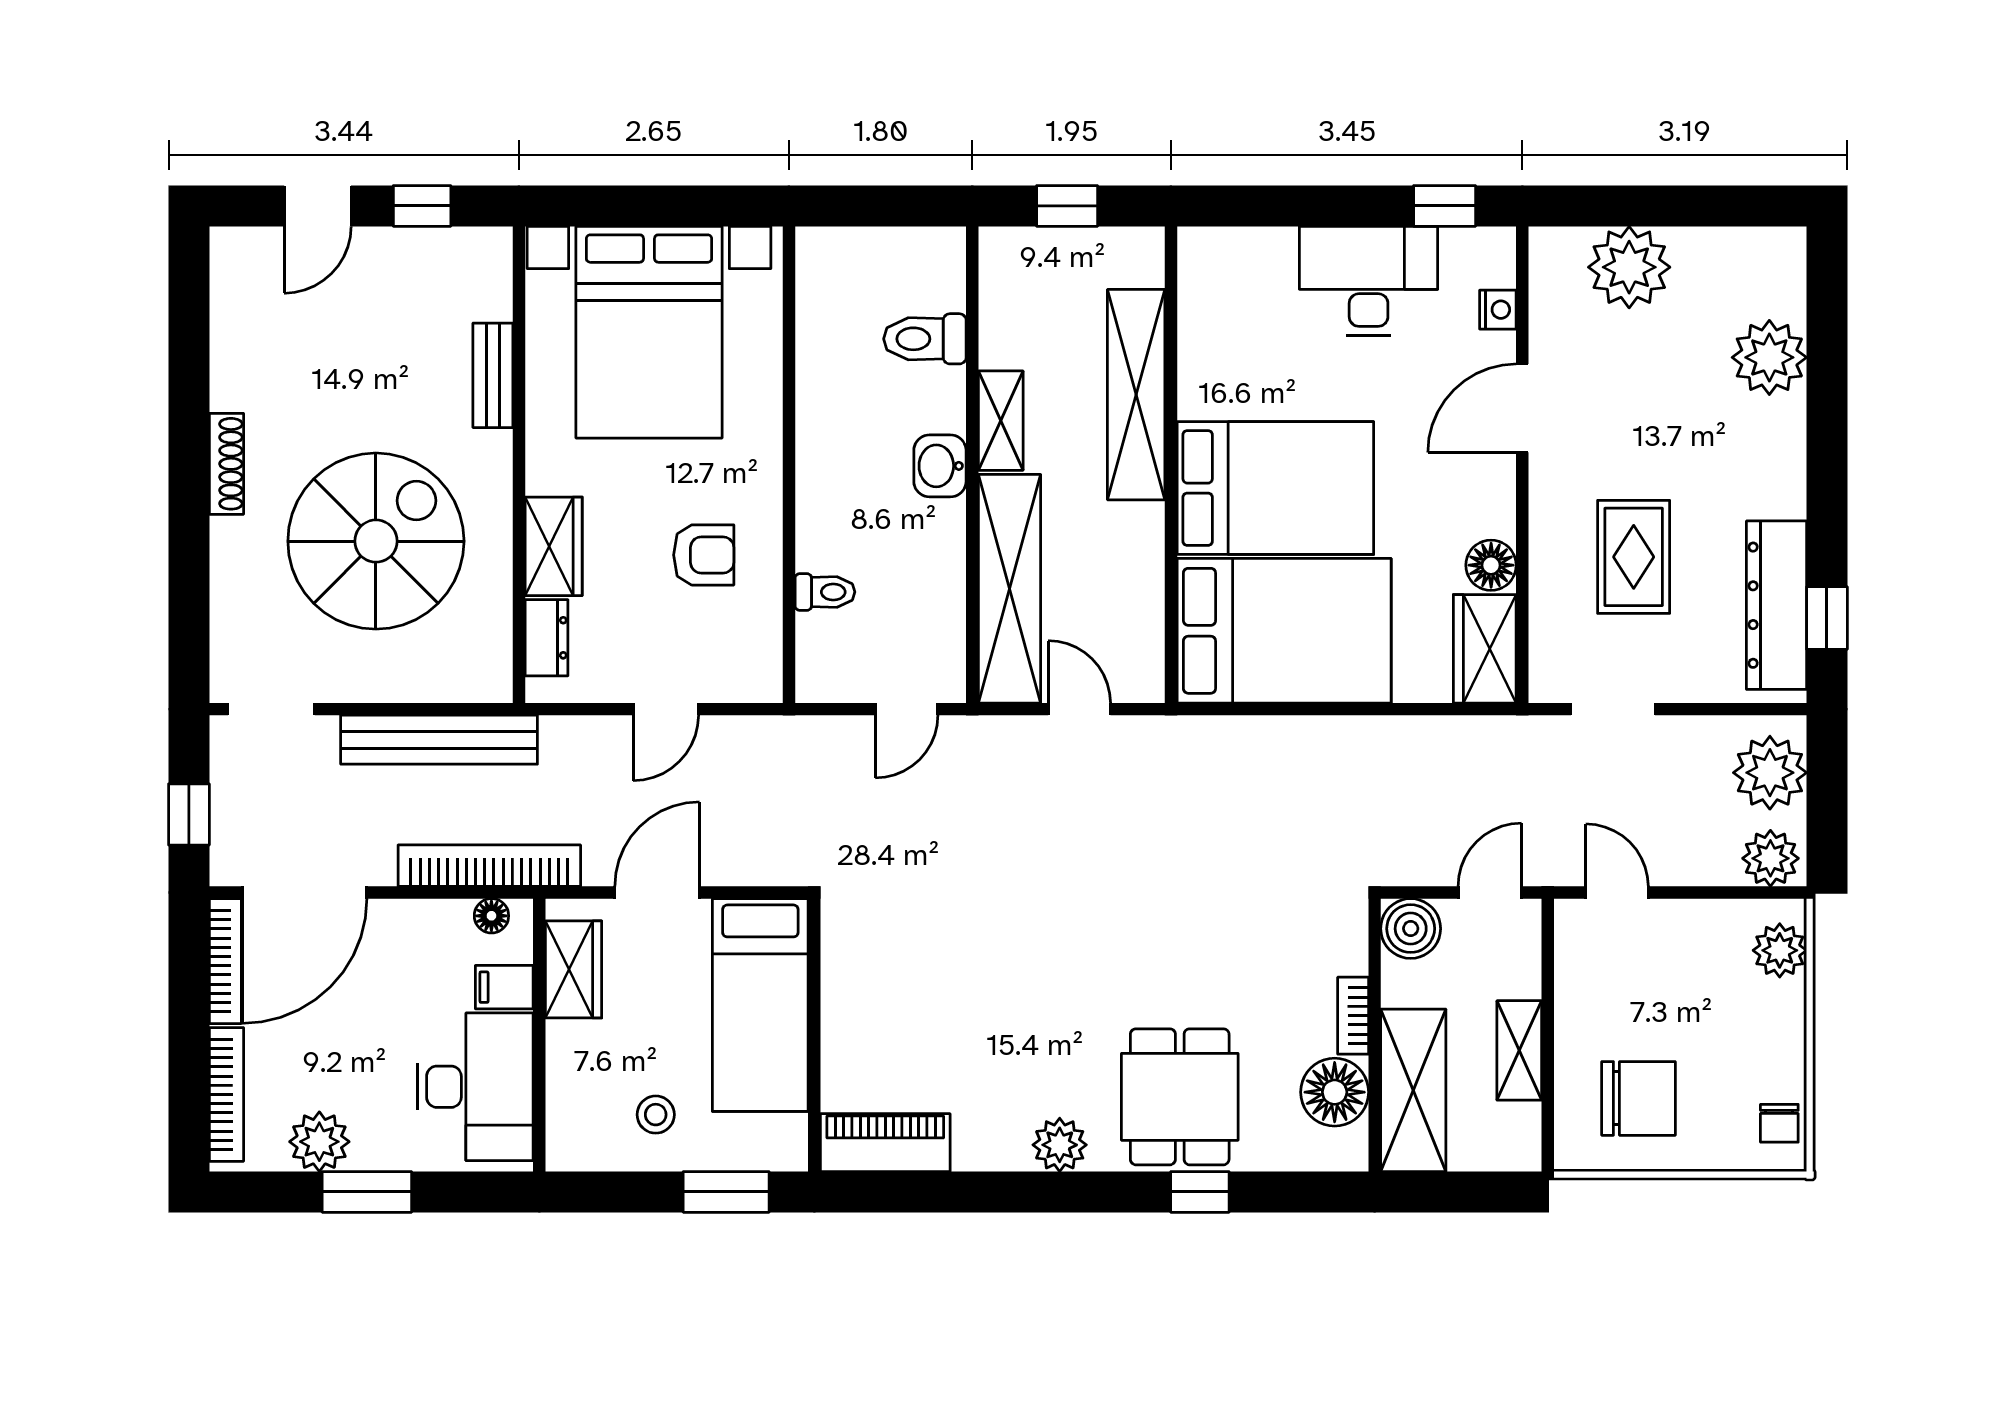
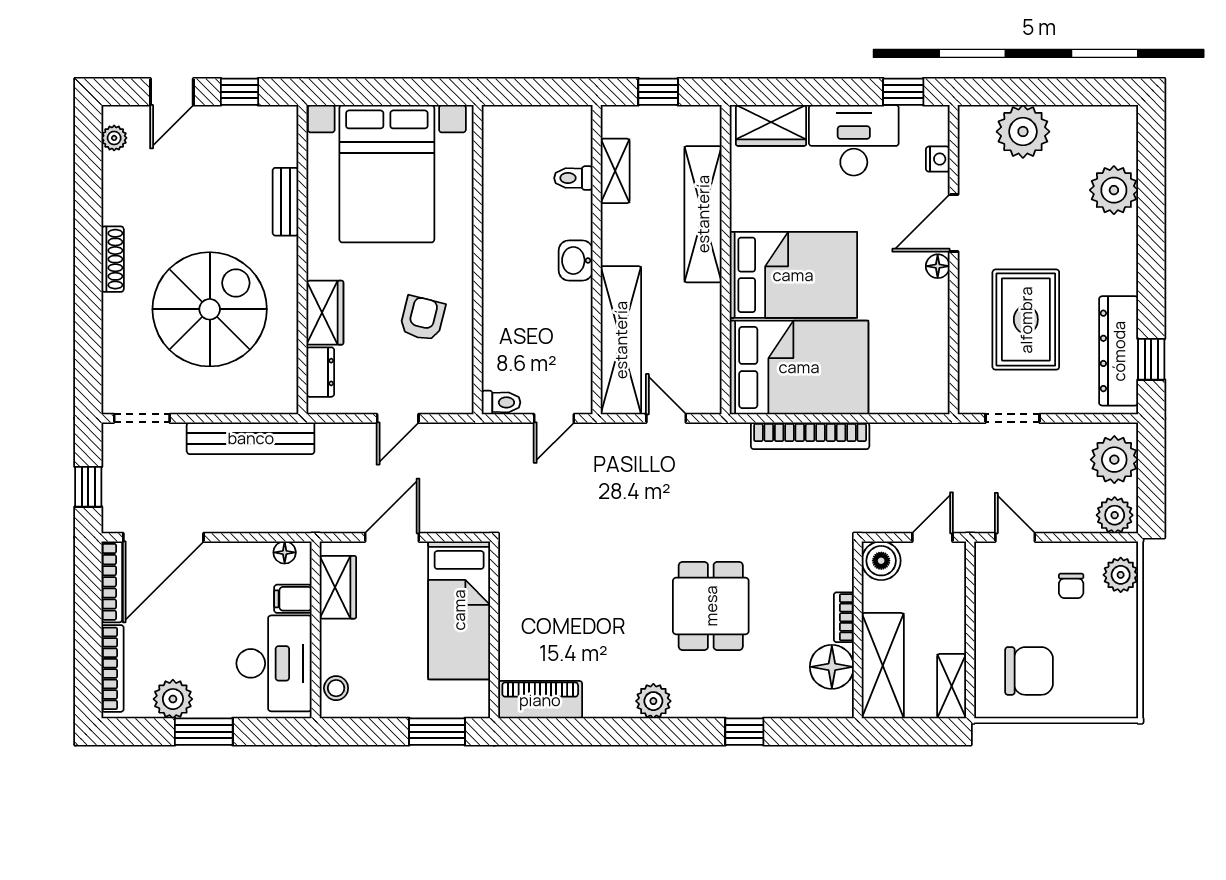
plant: (229, 277) -> (114, 138), added
toilet: (925, 339) -> (573, 178), width x0.73, depth x0.72
shelving: (1001, 421) -> (615, 171), moved
armchair: (704, 555) -> (422, 318), turned -76
rug: (1634, 557) -> (1026, 320), width x1.36, depth x1.43
floor lamp: (1491, 565) -> (938, 266), moved, width x0.73, depth x0.73
toilet: (825, 592) -> (501, 402), moved
wardrobe: (1485, 649) -> (771, 125), moved, turned -90
bookcase: (489, 866) -> (810, 436), moved, turned 180
shelving: (1519, 1050) -> (952, 686), moved
dining table: (1180, 1097) -> (711, 606), moved
stool: (656, 1115) -> (336, 688), moved
chair: (1779, 1123) -> (1071, 586), moved

